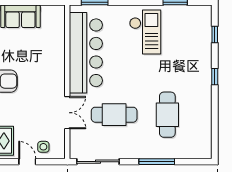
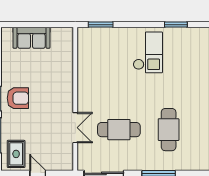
bar counter: (86, 53) -> (93, 72), removed
side table: (43, 147) -> (53, 160), removed

